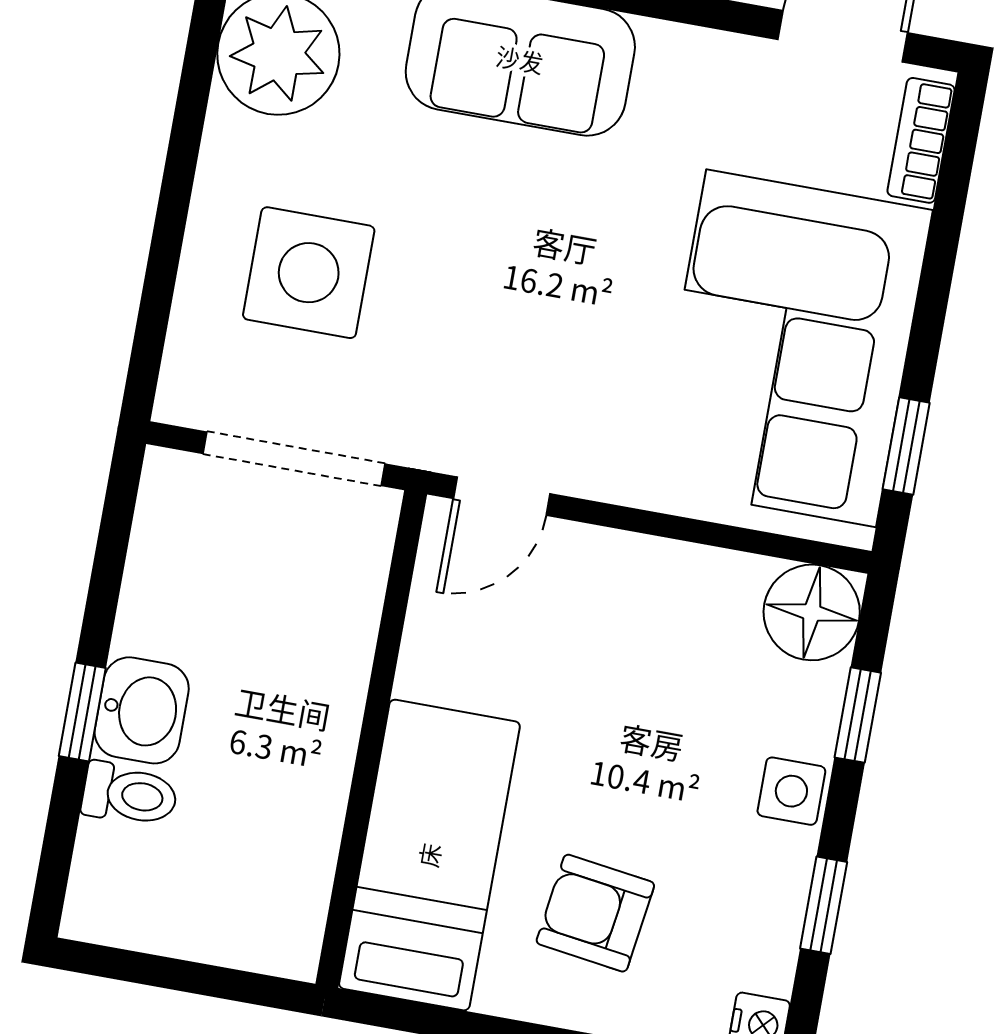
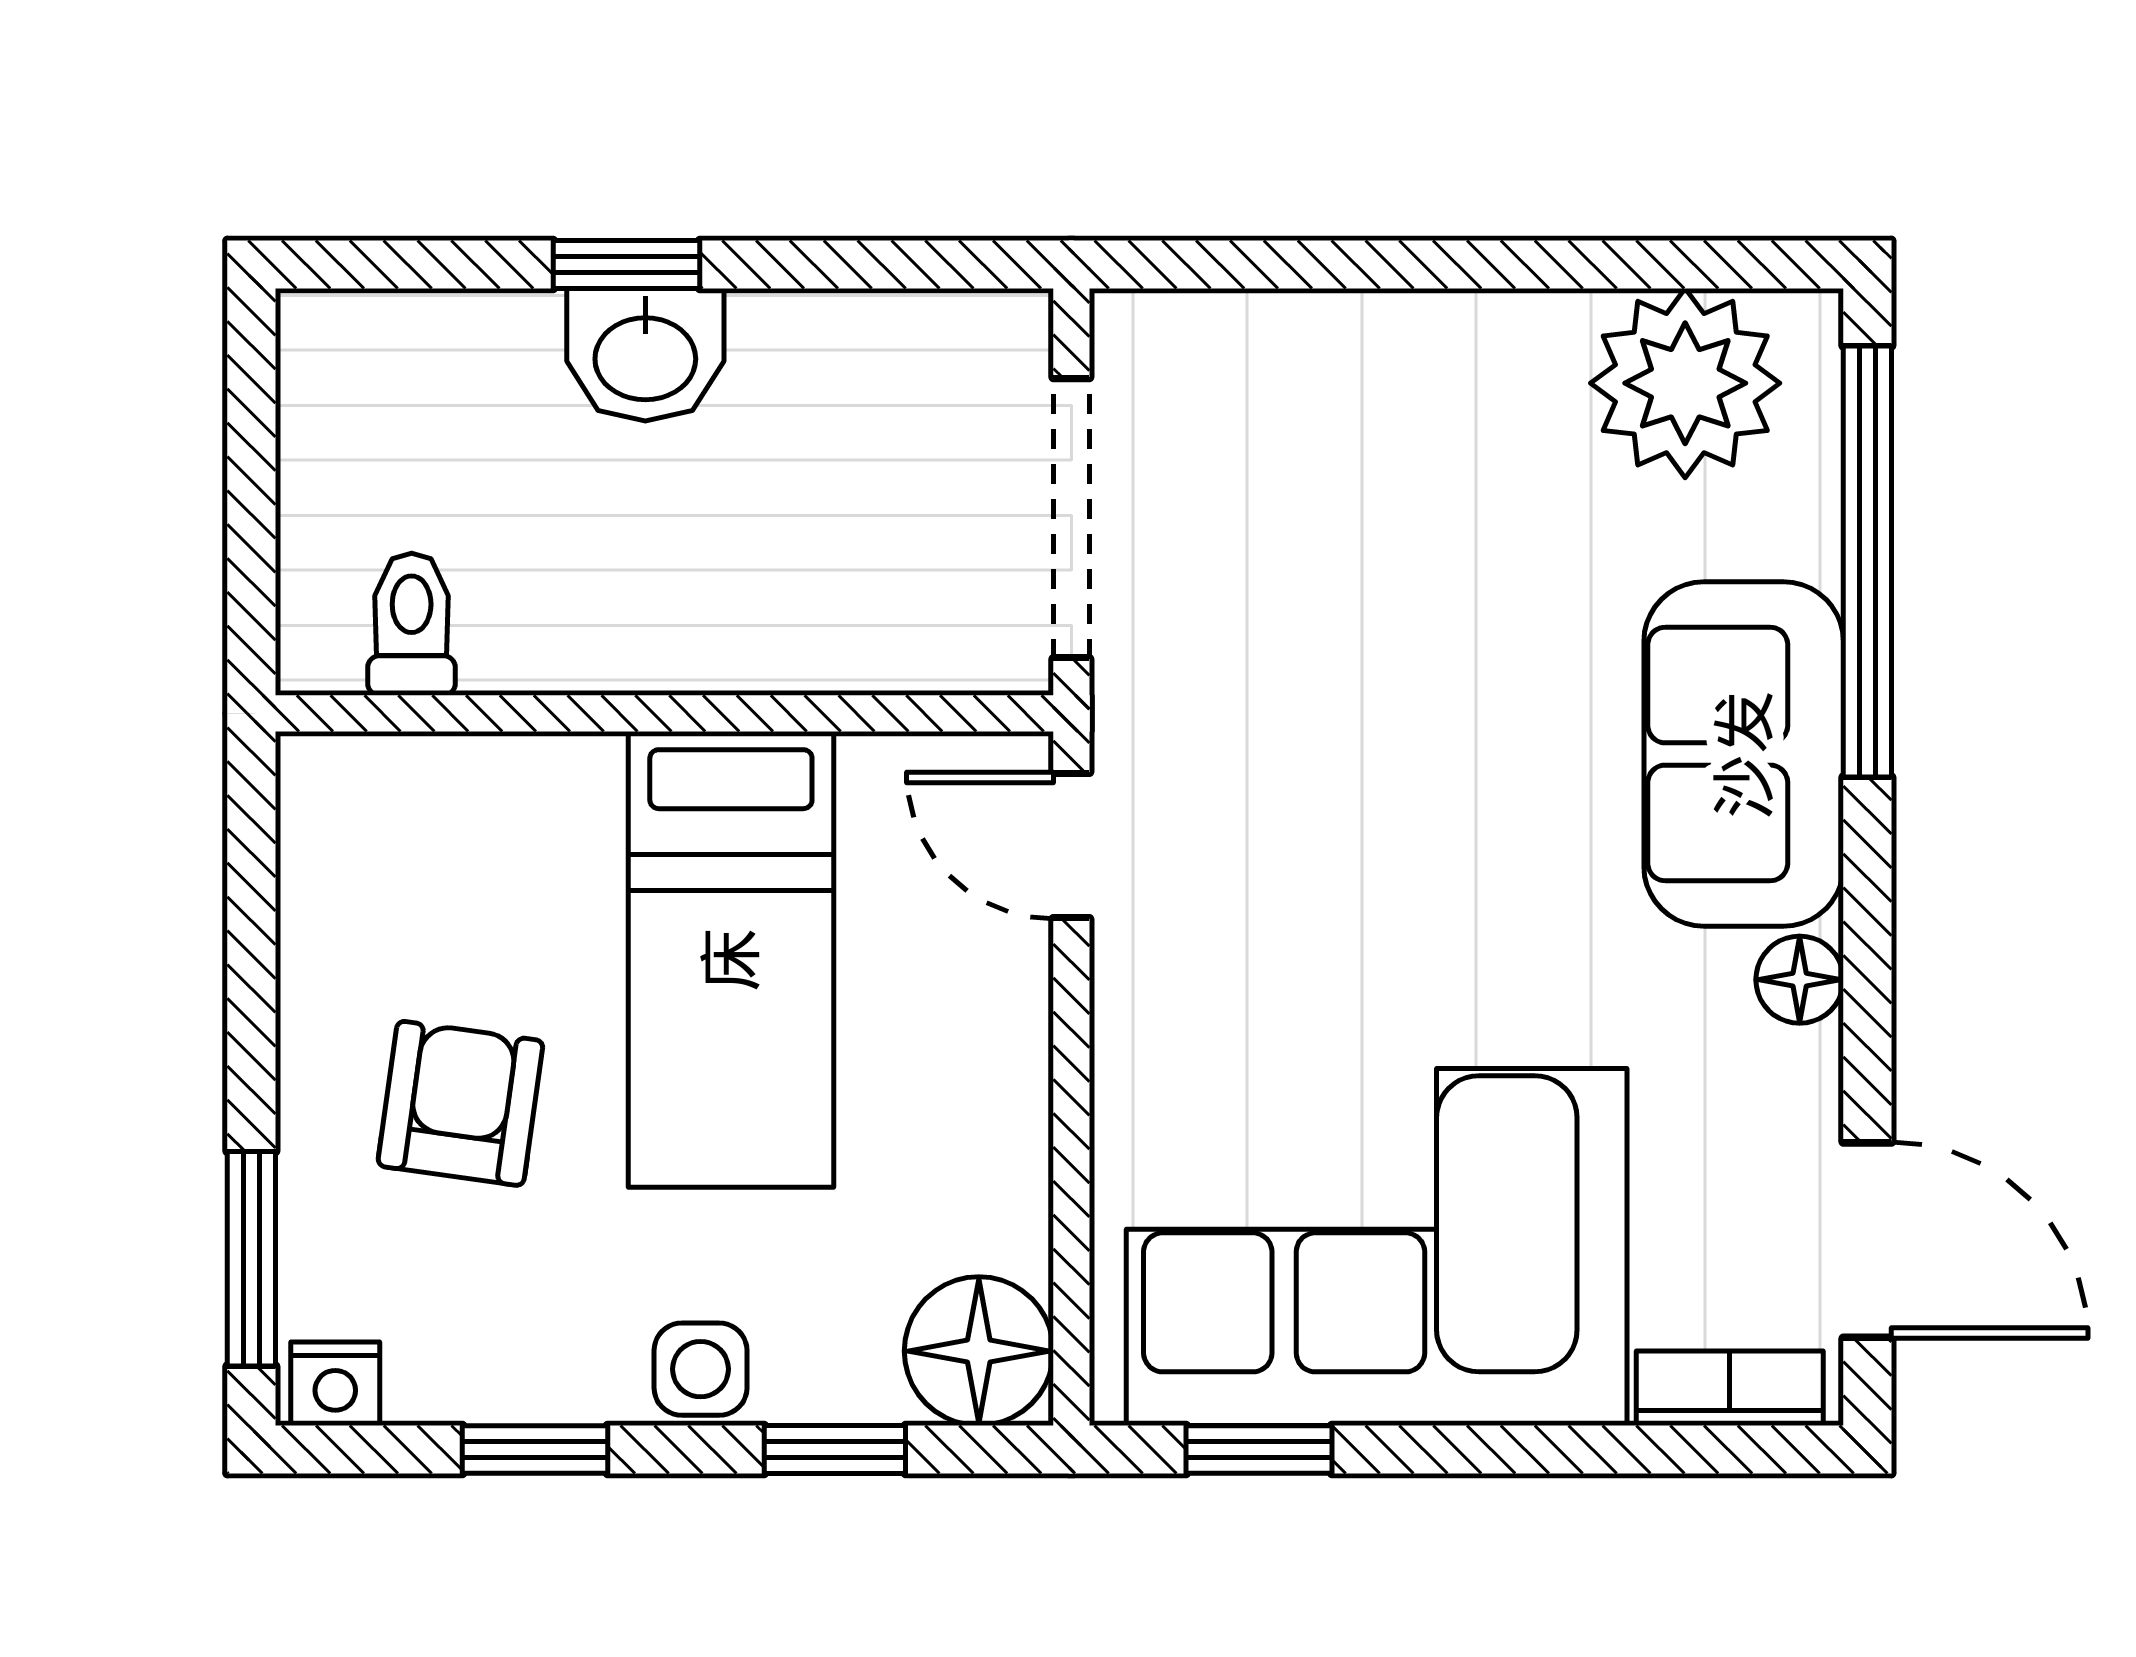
floor lamp: (670, 49) -> (1800, 980), added
side table: (309, 273) -> (1360, 490), removed
toilet: (130, 795) -> (412, 624), moved, turned 180
bed: (429, 855) -> (731, 959), moved, turned 90

